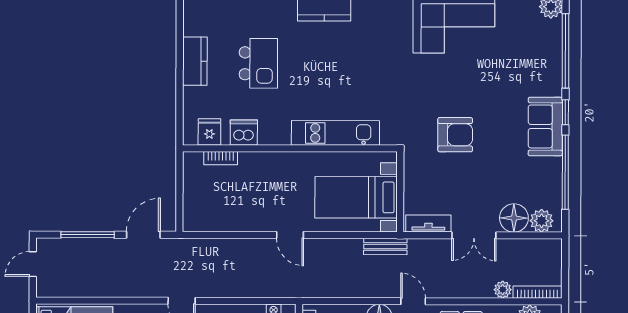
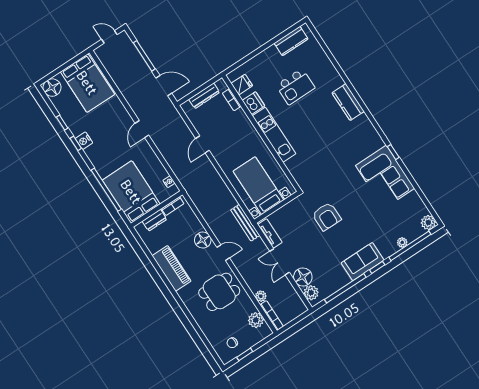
plant: (554, 58) -> (402, 242), added
kitchen counter: (195, 61) -> (291, 41), moved
kitchen unit: (335, 133) -> (274, 135), moved
dresser: (192, 191) -> (204, 96), added
door: (290, 235) -> (202, 144), moved
bench: (385, 247) -> (245, 223), width x1.36
door: (413, 301) -> (223, 253), hinge flipped

